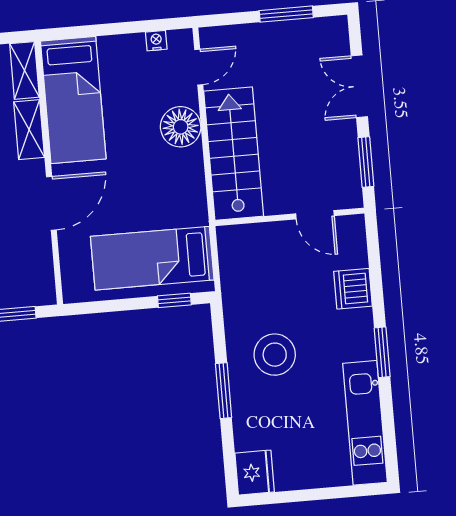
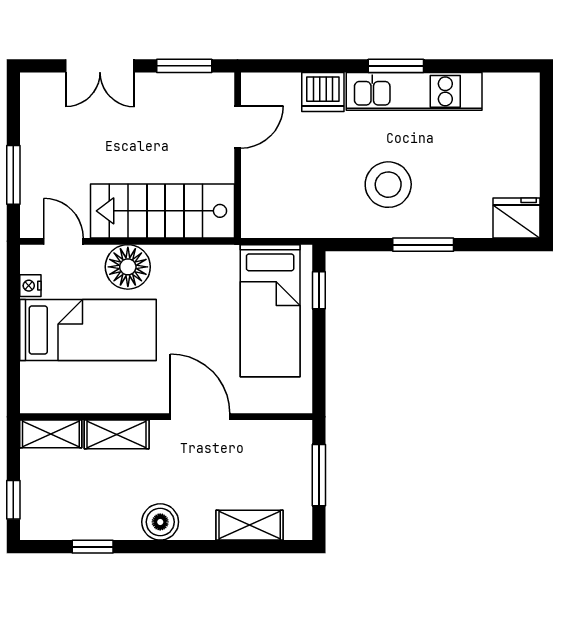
window: (286, 14) -> (13, 175), moved
bed: (73, 100) -> (88, 330), moved
kitchen unit: (365, 423) -> (414, 91), moved

